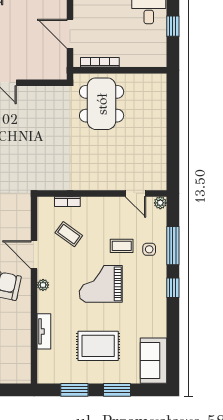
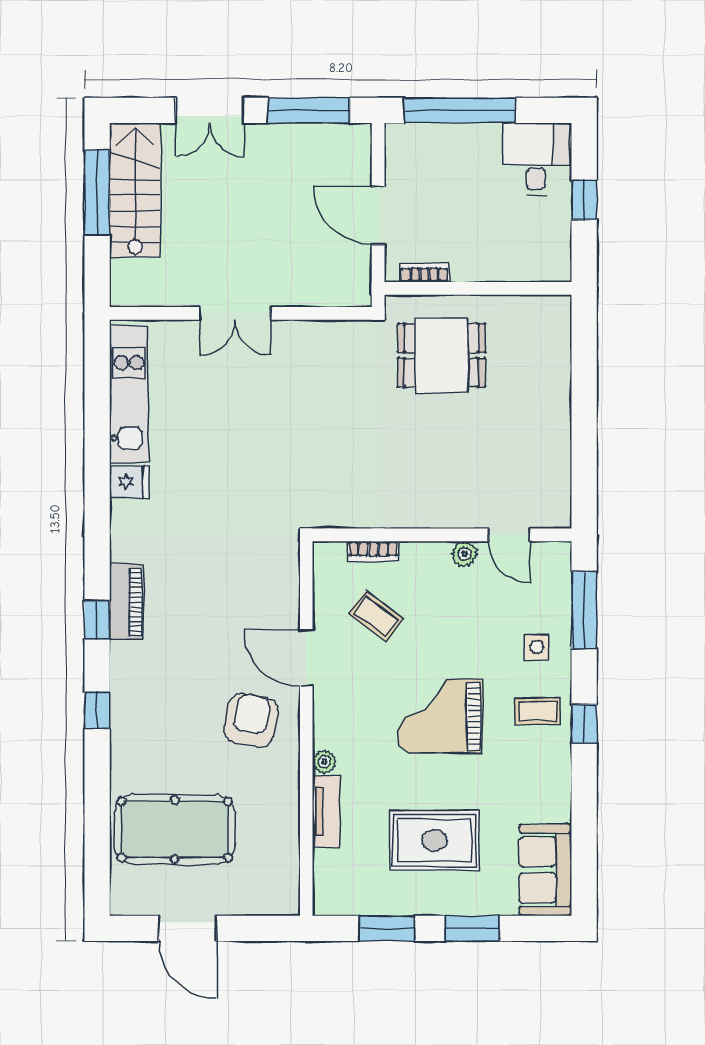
bookcase: (100, 62) -> (424, 272), width x0.64
dining table: (102, 104) -> (441, 355), width x0.73
plant: (160, 203) -> (465, 554), moved
coffee table: (122, 246) -> (538, 711), moved
window: (173, 246) -> (584, 610), moved
plant: (43, 285) -> (324, 762), moved

